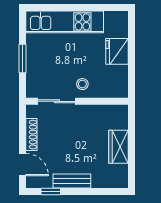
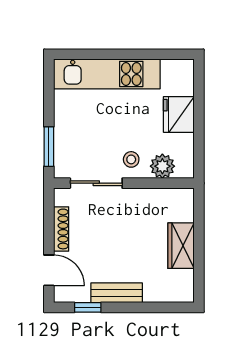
window: (23, 58) -> (49, 147), moved
plant: (105, 89) -> (162, 166), added

